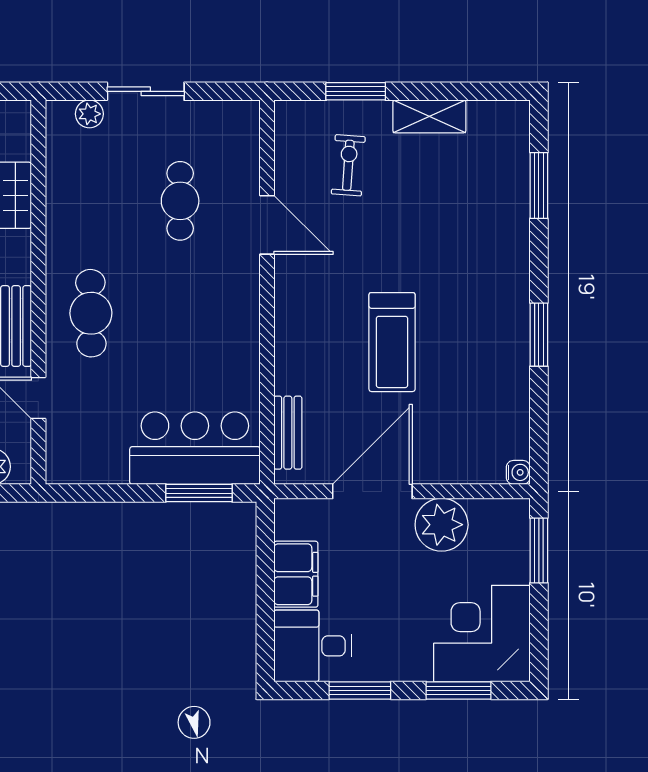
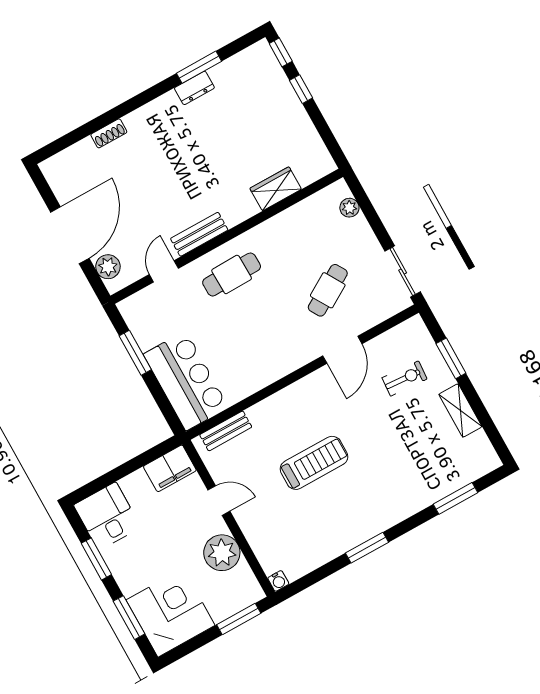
sliding door: (146, 91) -> (403, 272), moved
cafe table: (180, 201) -> (328, 290), turned -31
treadmill: (392, 342) -> (314, 463), turned 180
door: (372, 491) -> (219, 501), width x0.53
window: (199, 493) -> (135, 353), moved
filing cabinet: (296, 574) -> (170, 468), moved

